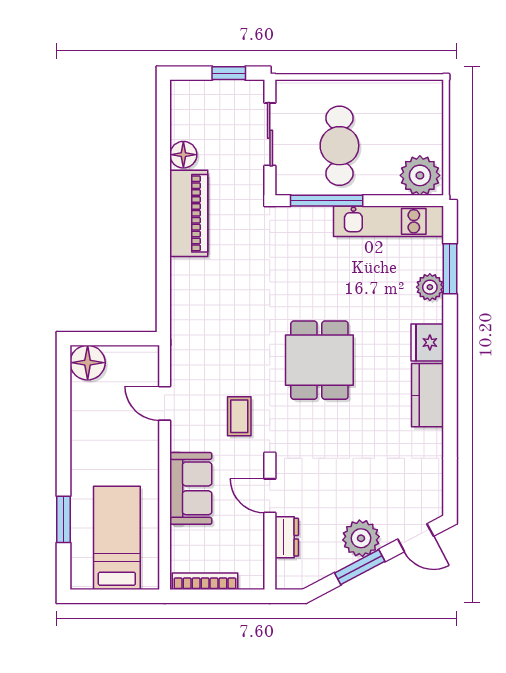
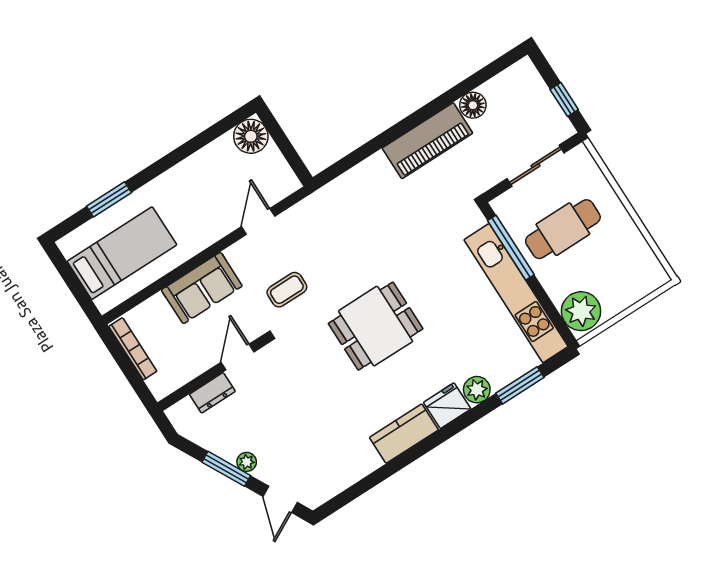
kitchen unit: (389, 221) -> (516, 293), width x1.36
plant: (430, 287) -> (477, 390), moved
plant: (361, 538) -> (247, 462), width x0.53, depth x0.53

